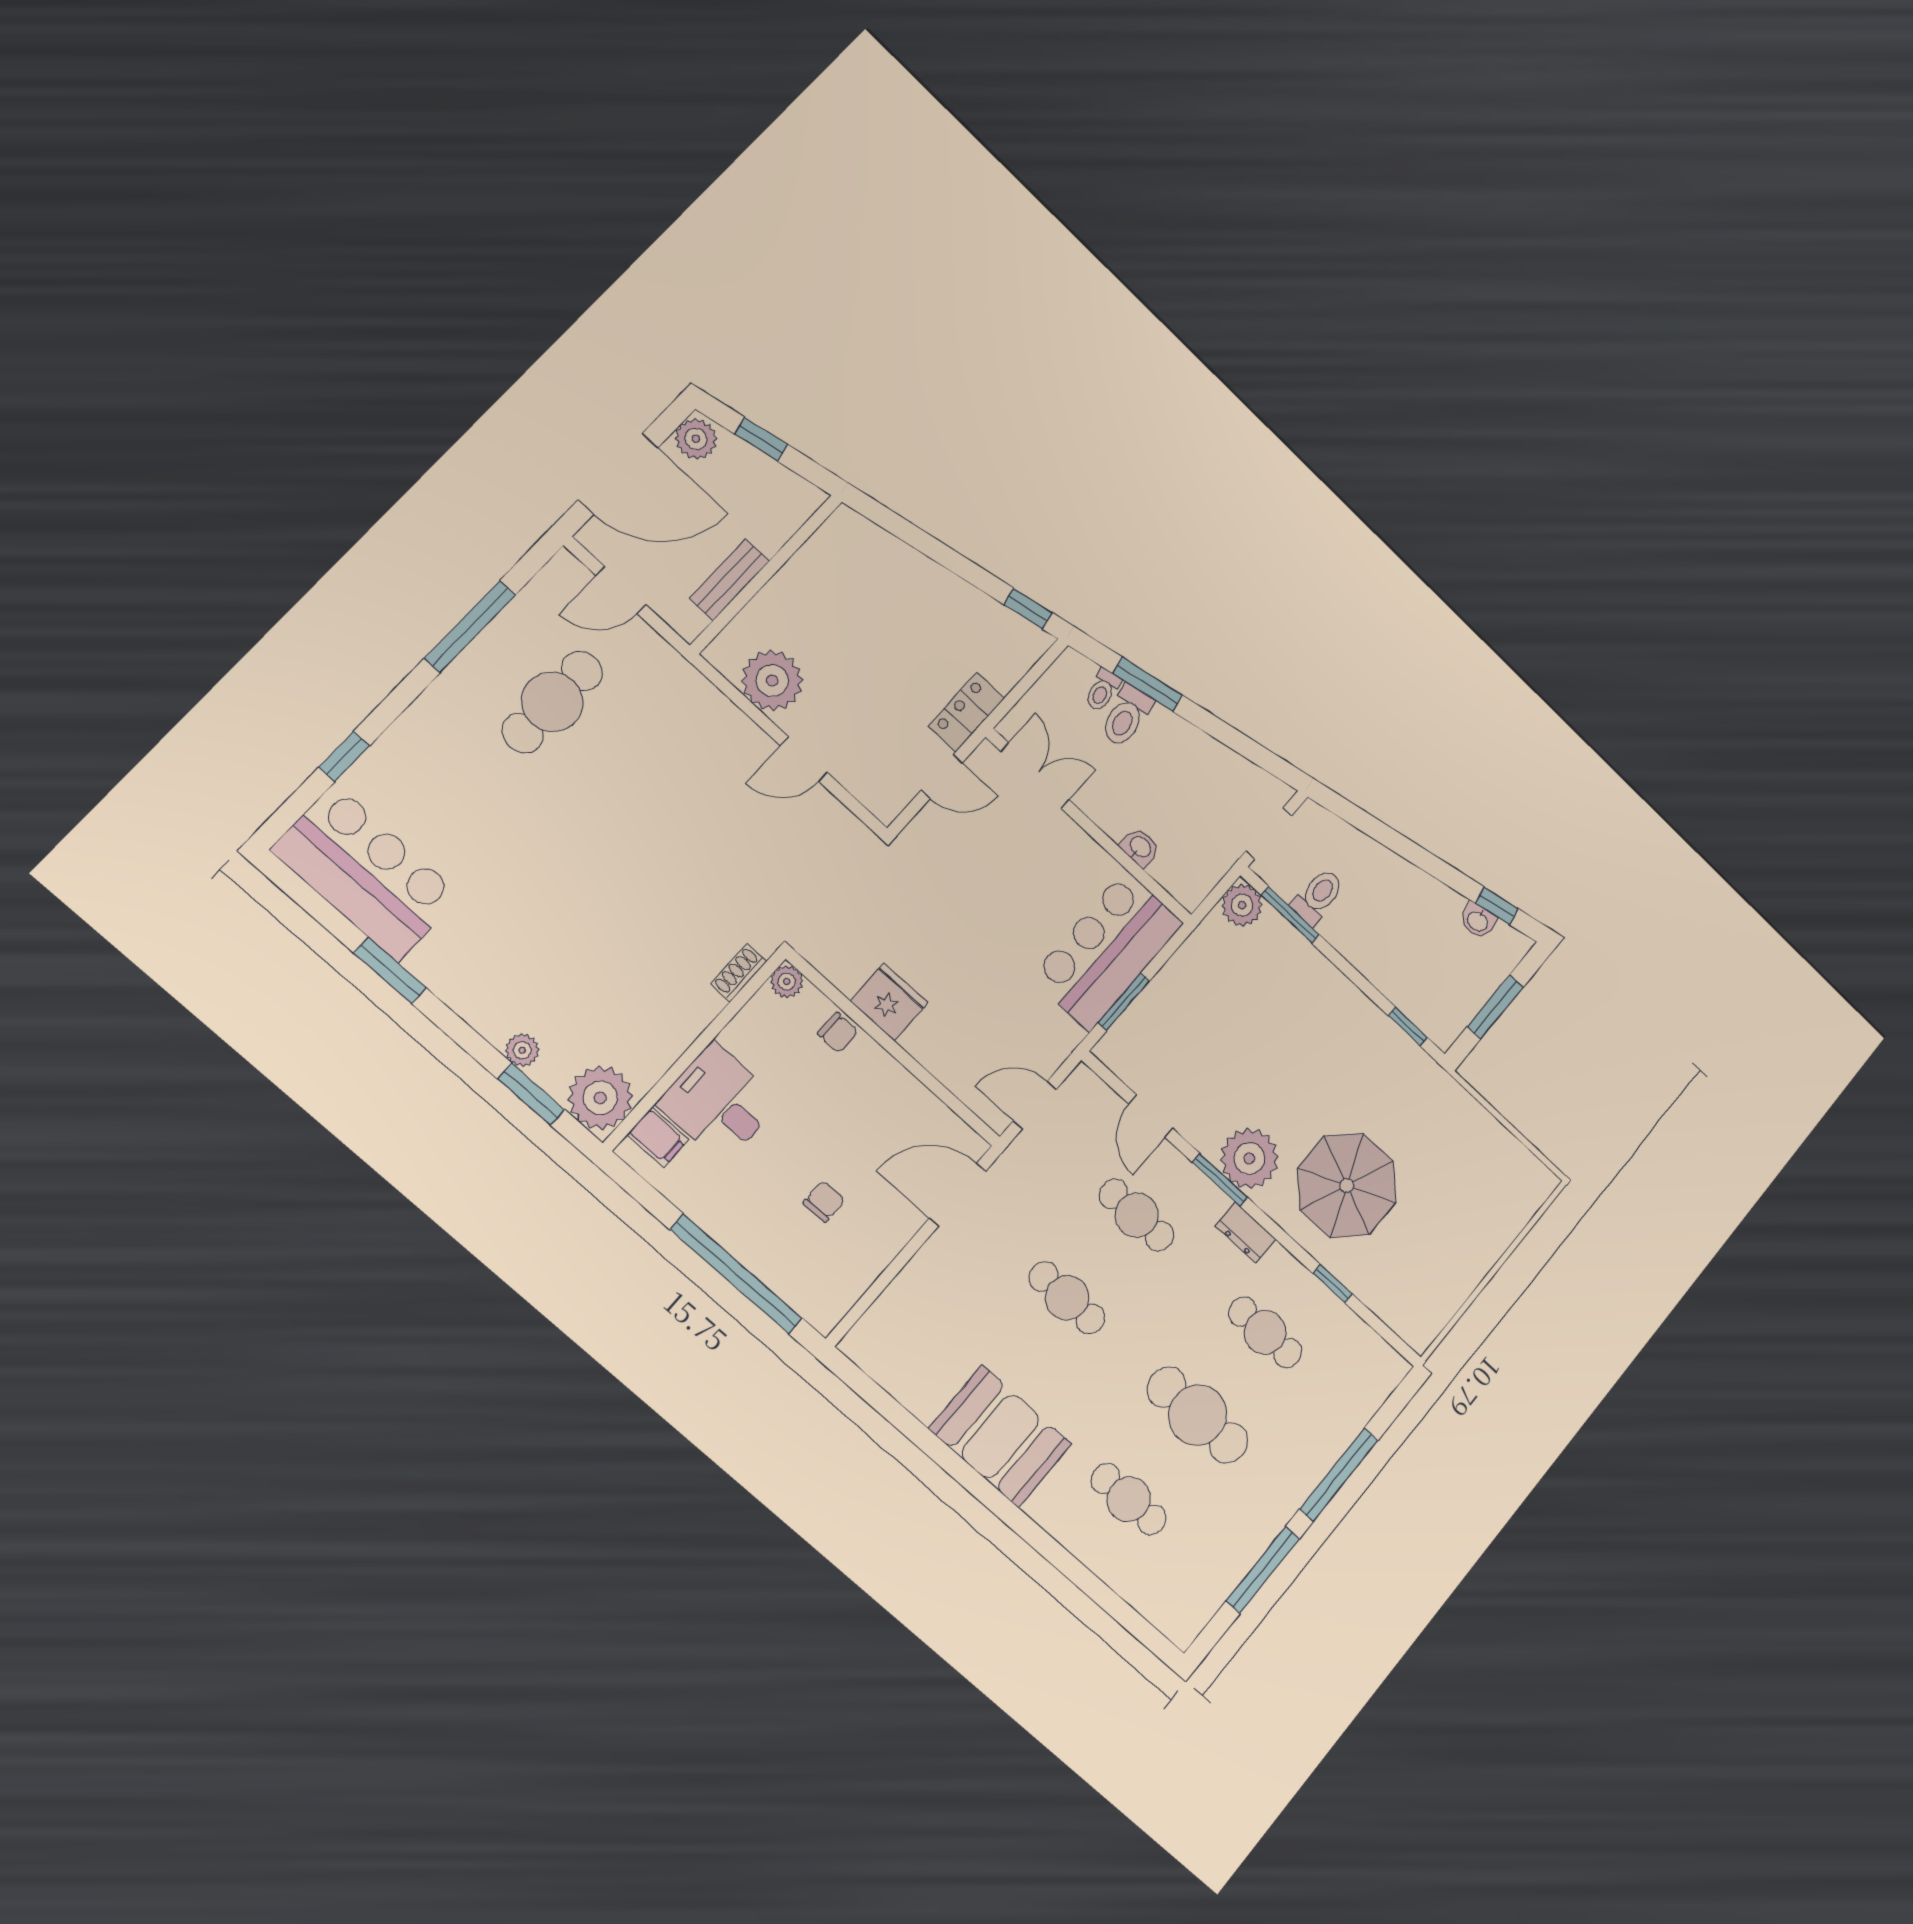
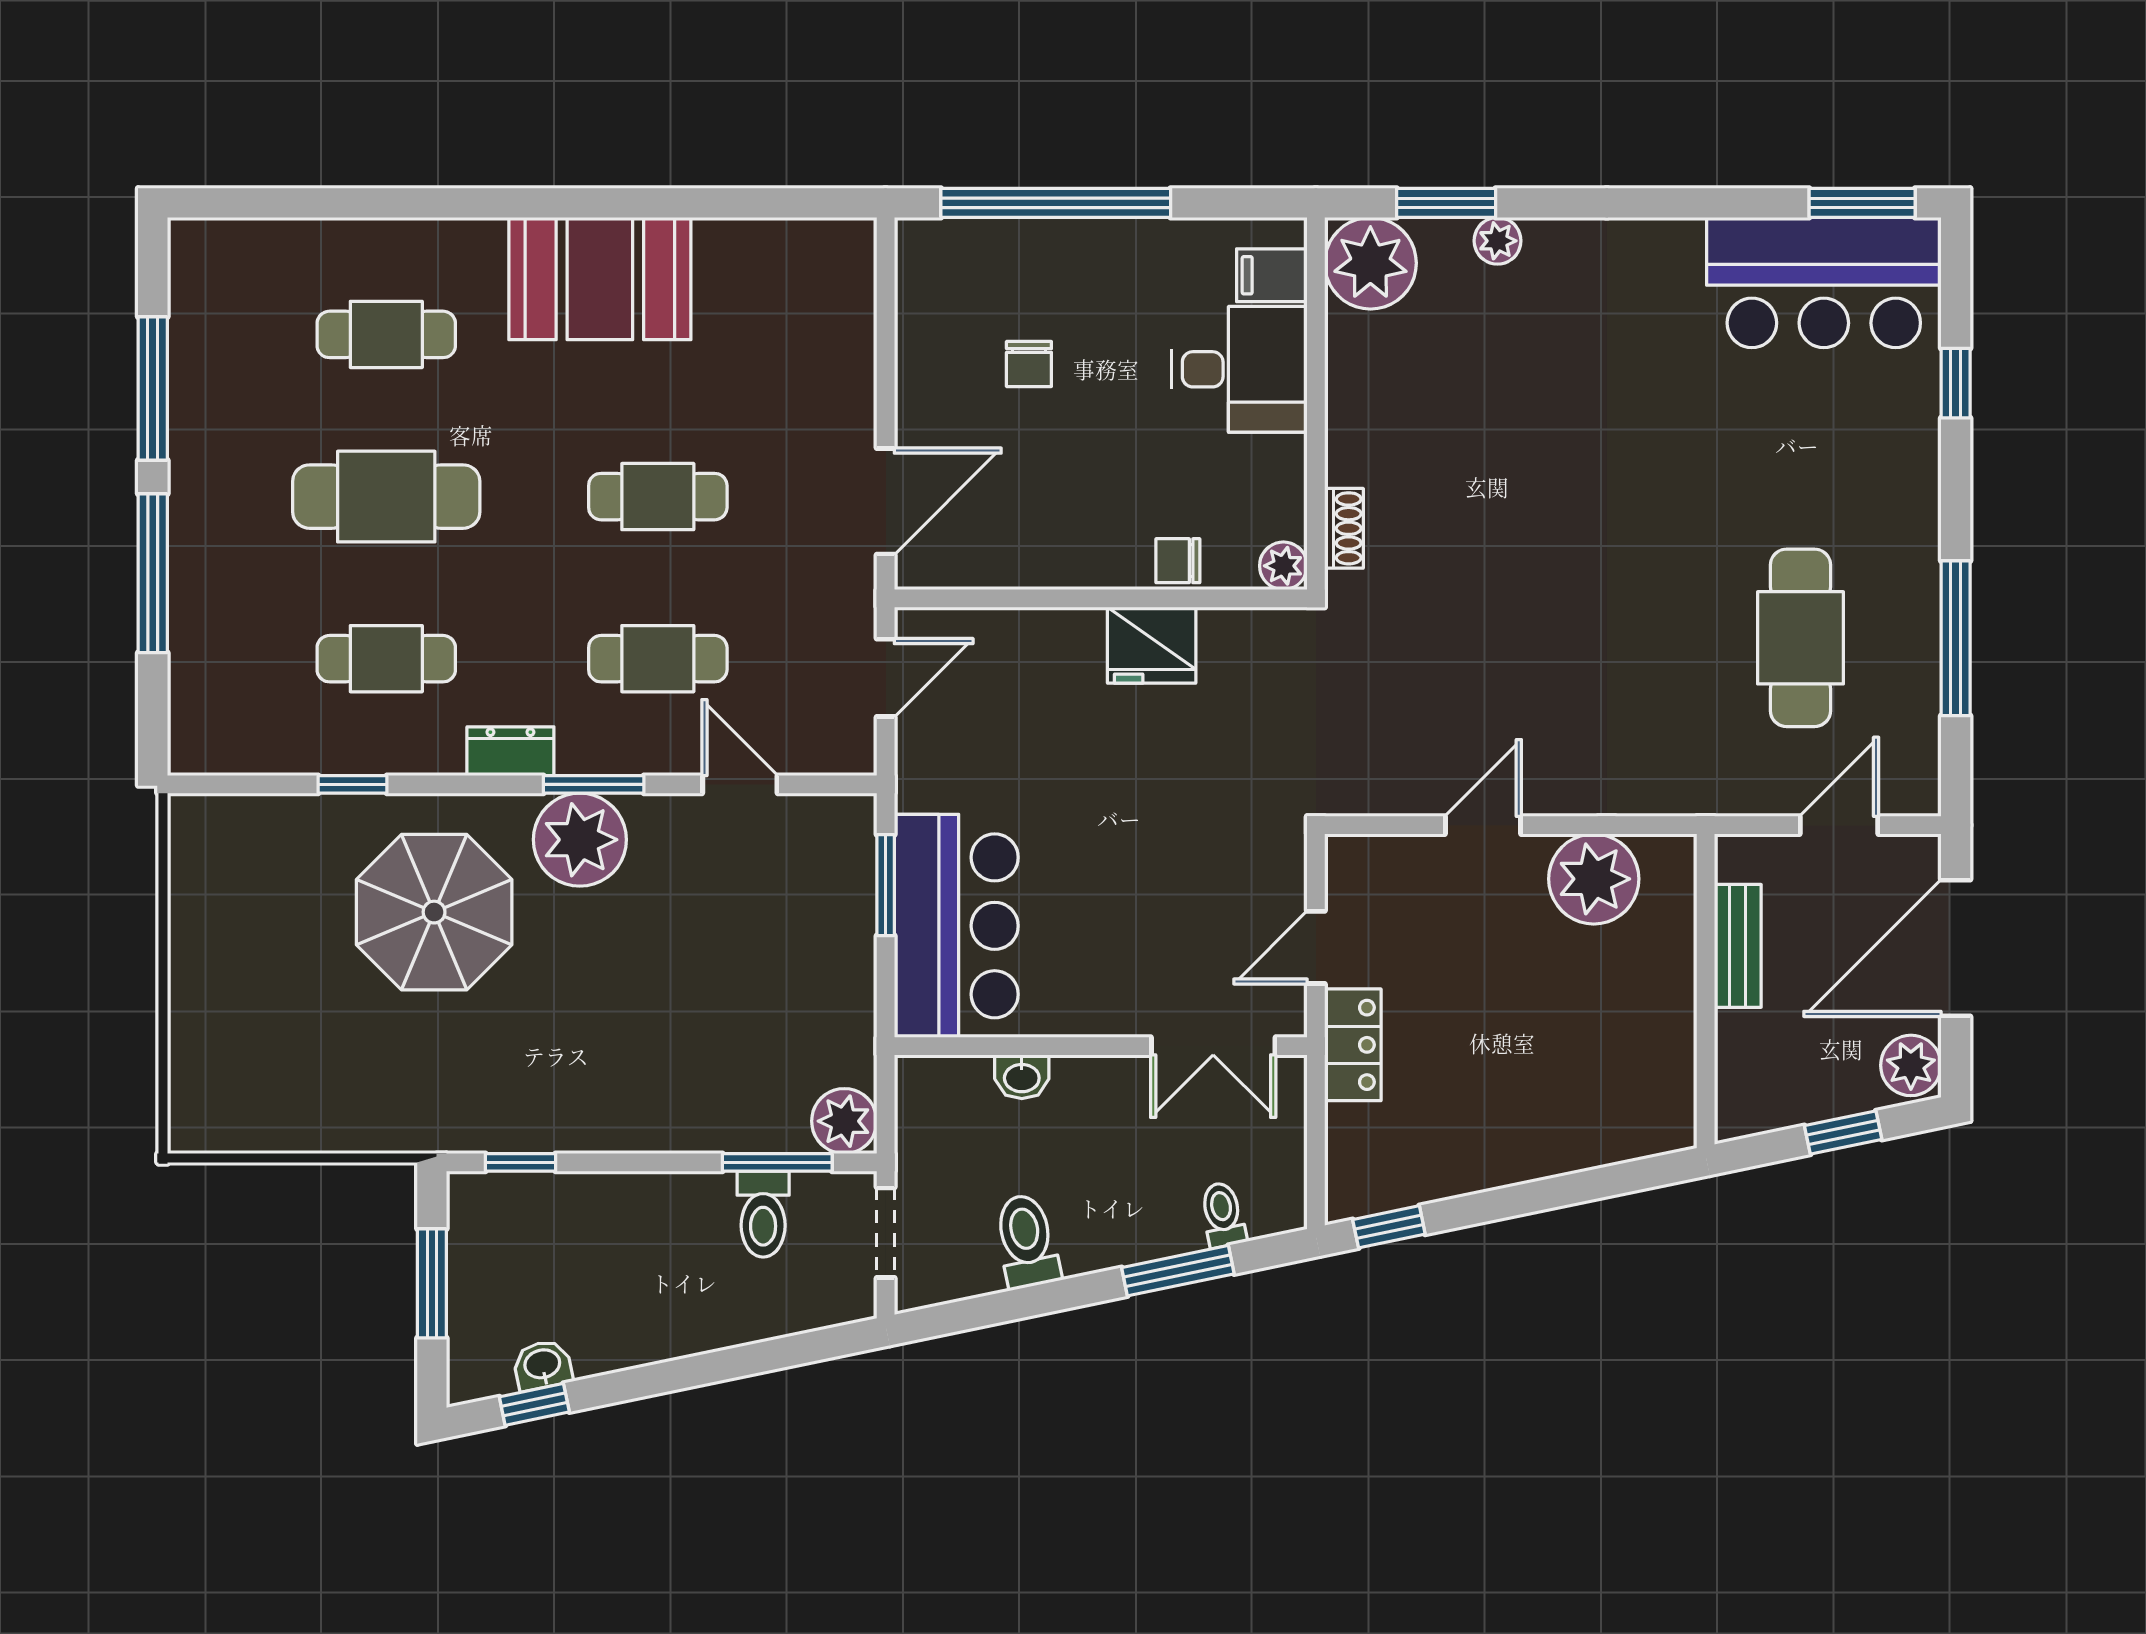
toilet: (1126, 716) -> (1027, 1241), moved
window: (390, 970) -> (1862, 203), moved

